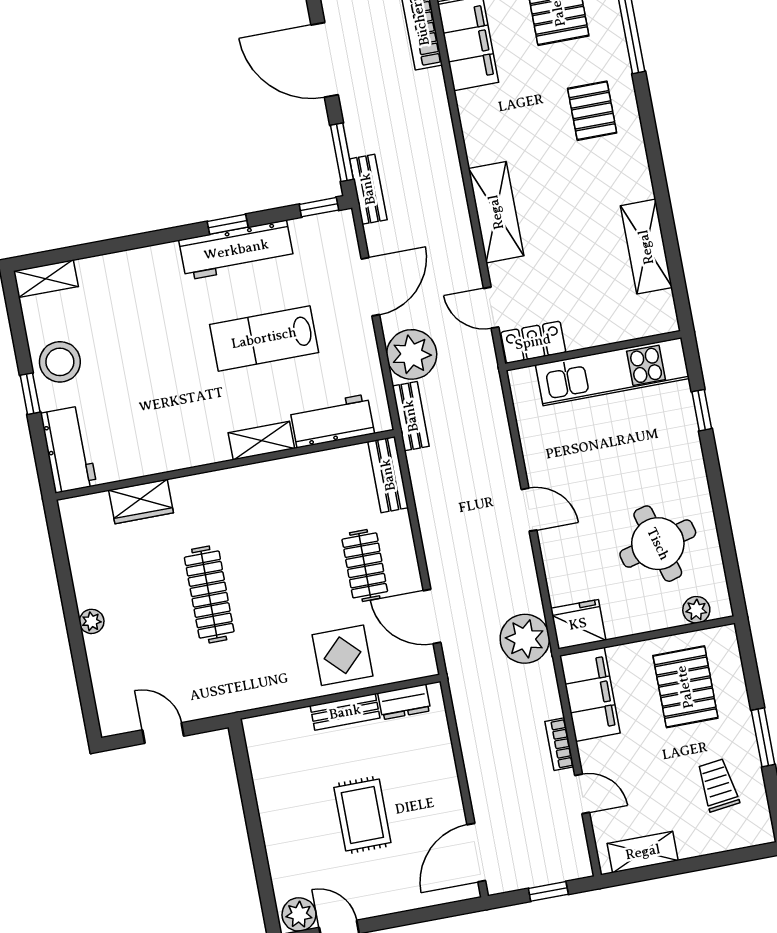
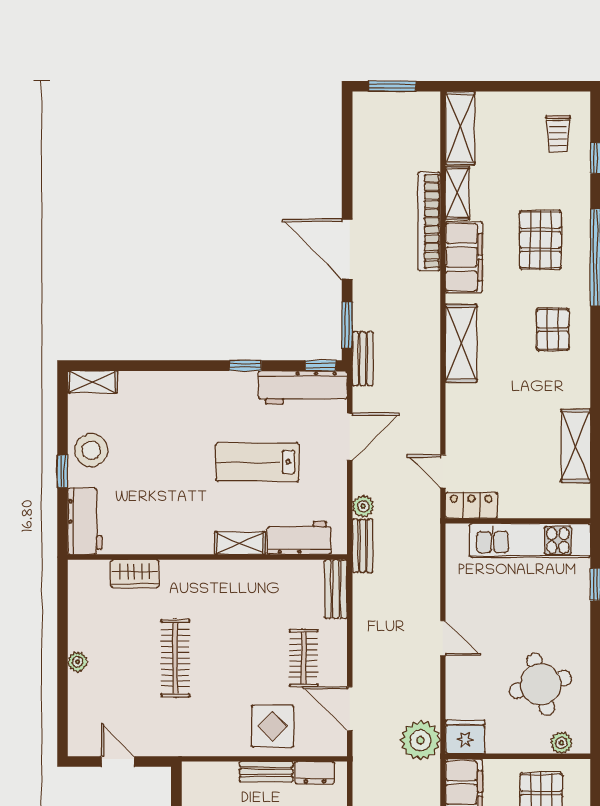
shelving: (496, 212) -> (461, 343), moved
workbench: (236, 250) -> (303, 387), moved
plant: (412, 354) -> (363, 506), width x0.53, depth x0.53

